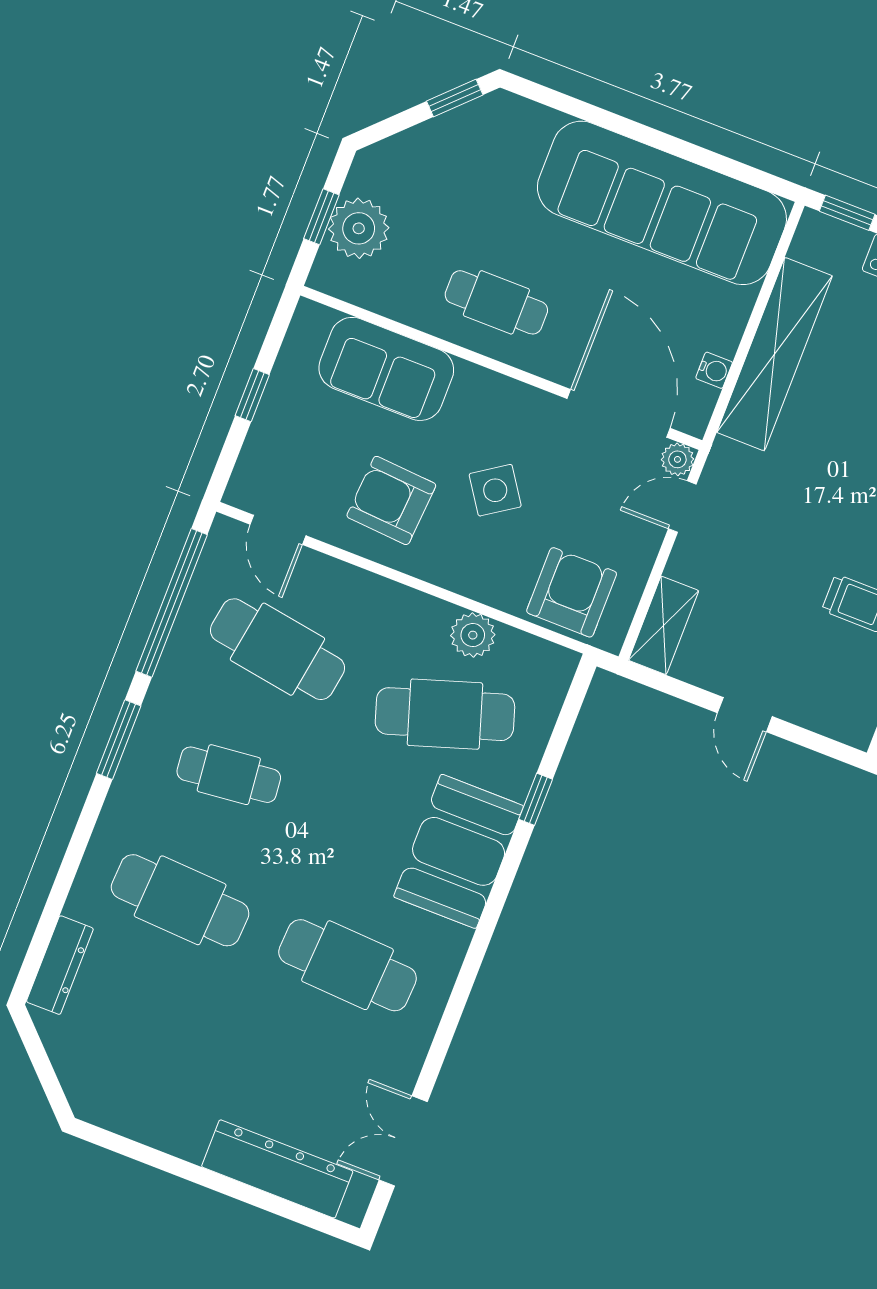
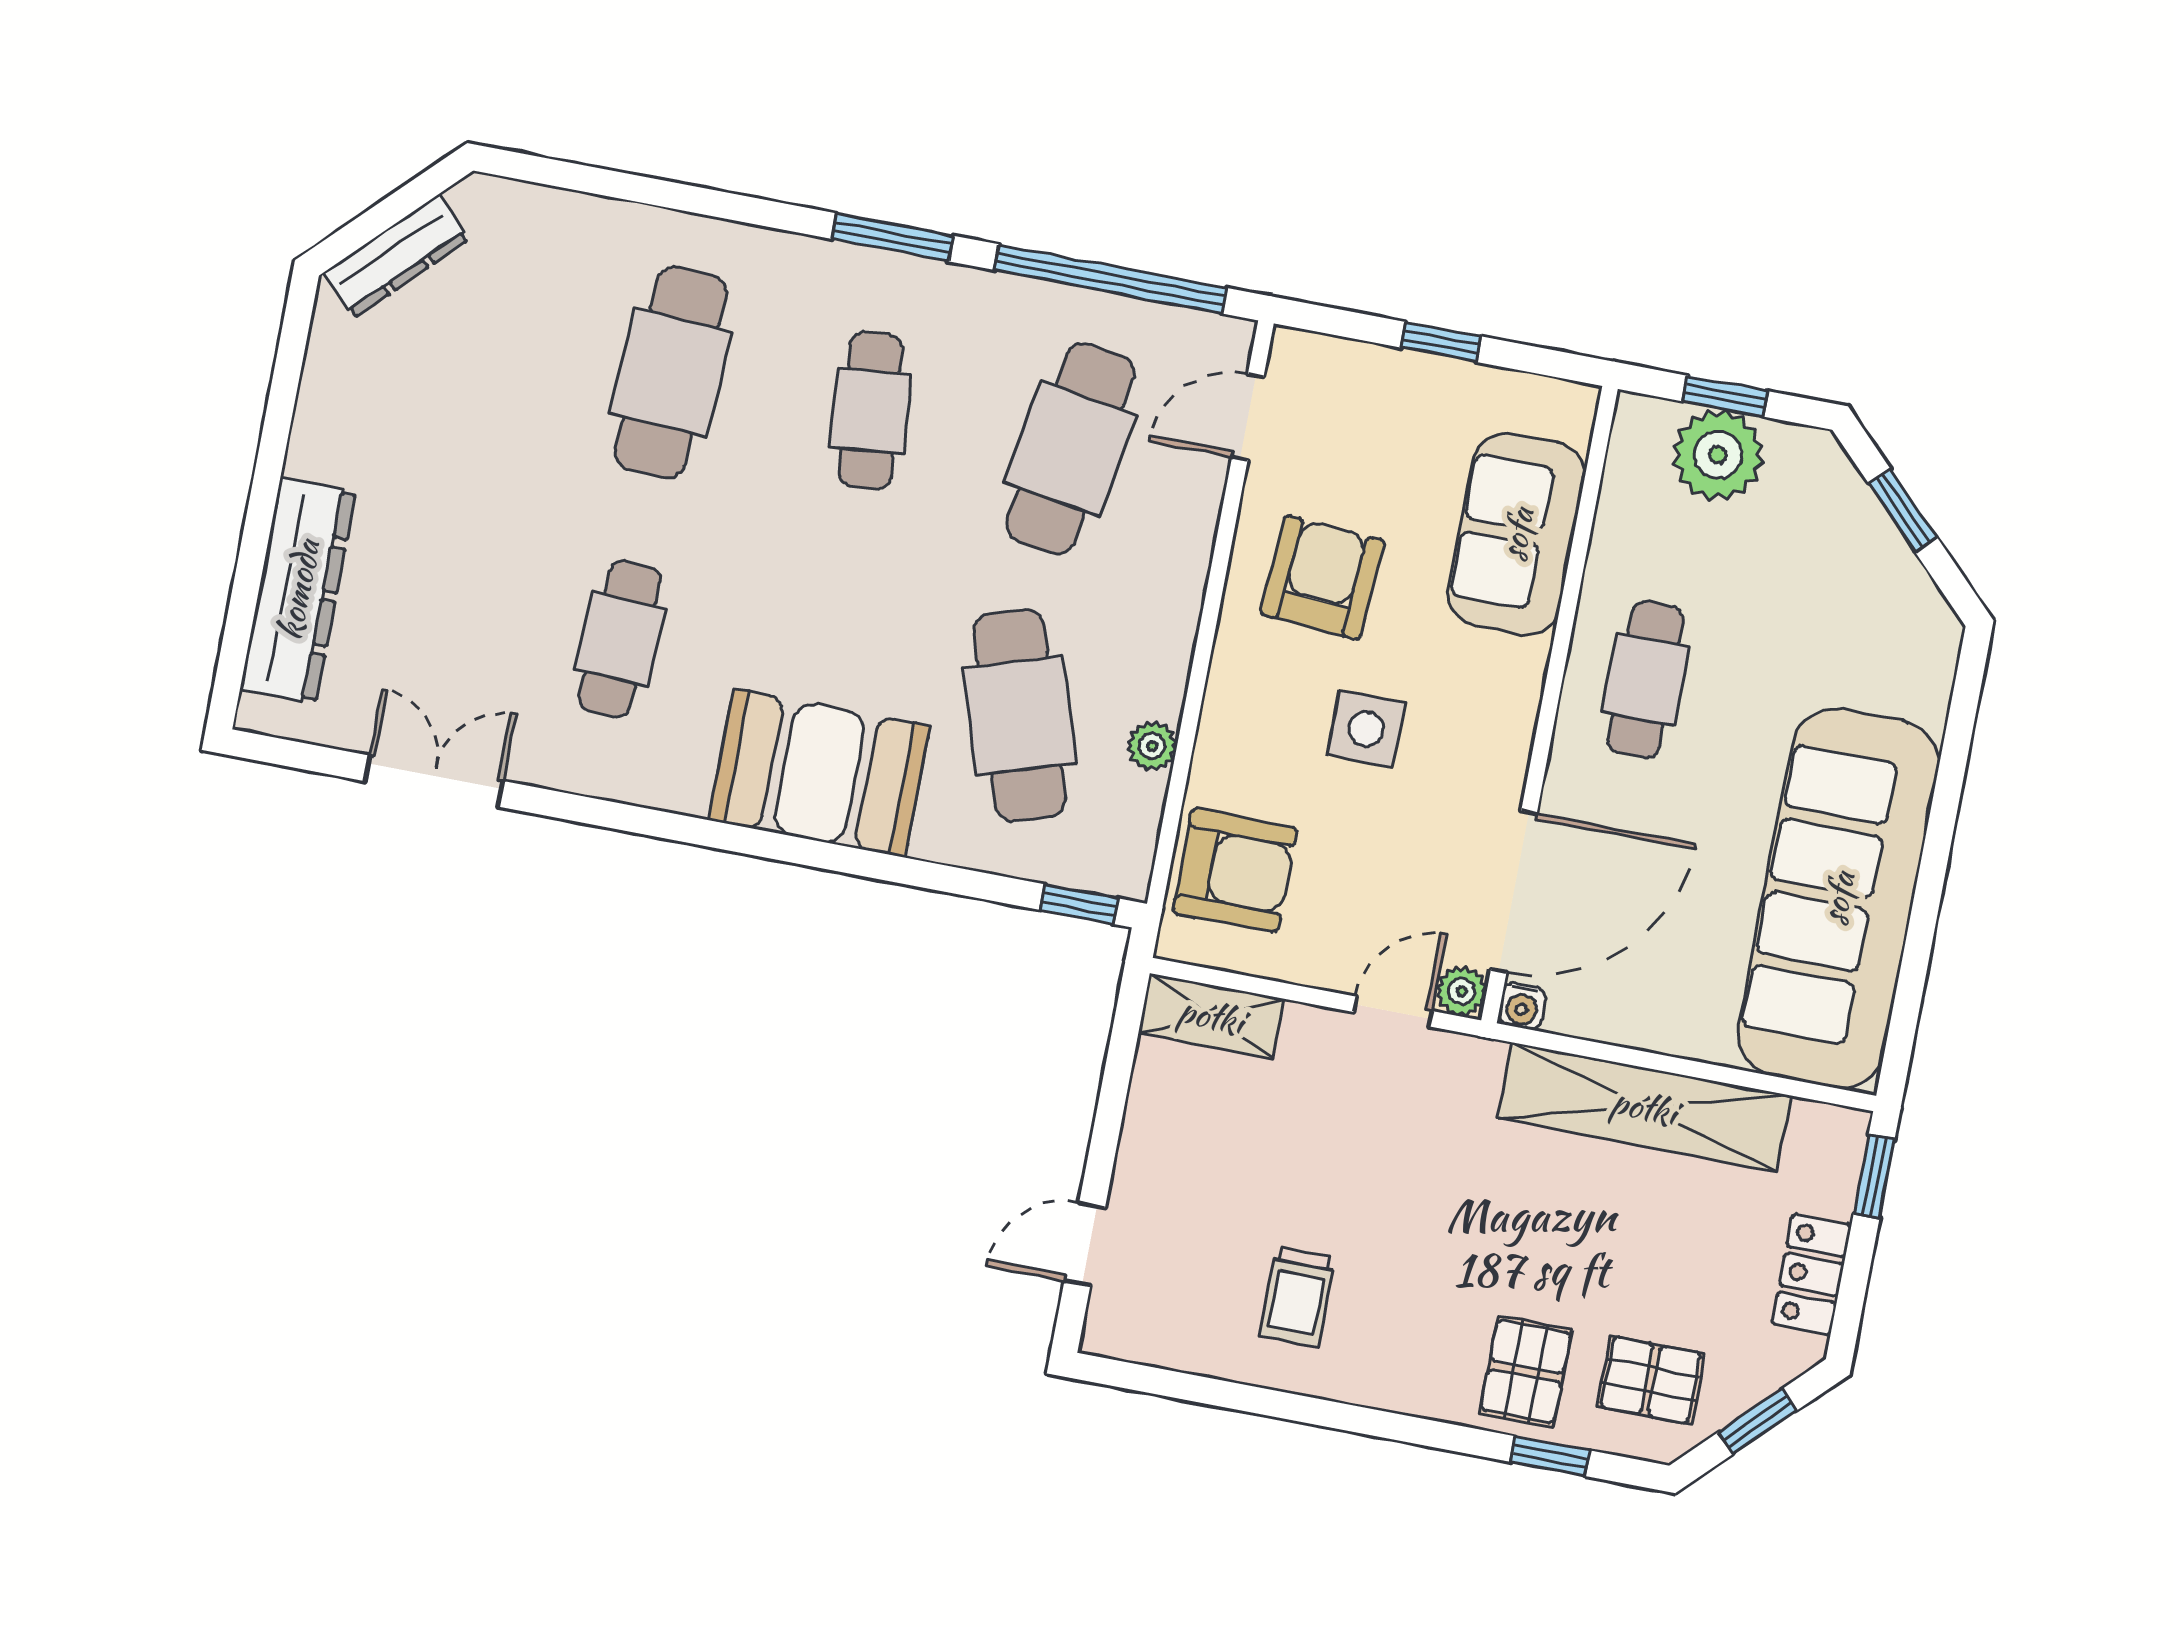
window: (455, 98) -> (1903, 510), moved
water cooler: (714, 370) -> (1522, 1006), moved
side table: (495, 490) -> (1366, 729), turned 34
door: (682, 507) -> (1393, 1011), hinge flipped
plant: (473, 635) -> (1152, 746), width x0.73, depth x0.73
door: (745, 715) -> (1085, 1244), moved
window: (536, 799) -> (1079, 904), moved
dresser: (60, 965) -> (396, 256), moved, turned -45
cafe table: (348, 965) -> (620, 639), width x0.73, depth x0.74
double door: (403, 1141) -> (434, 781), moved

